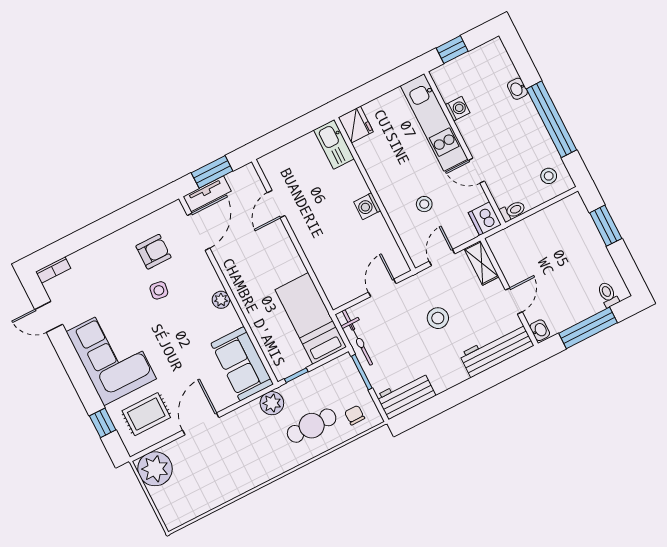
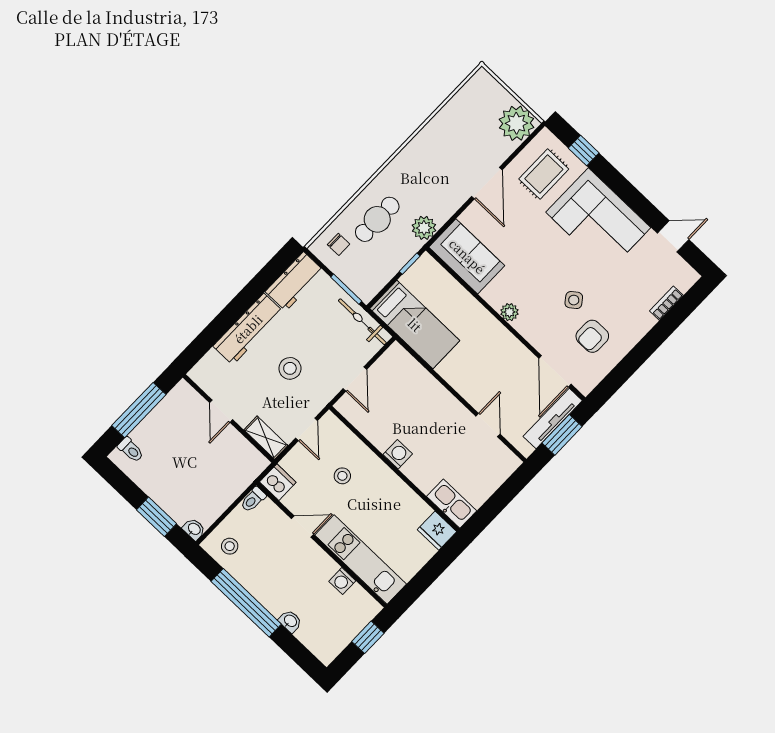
tv unit: (207, 194) -> (553, 419), width x1.41
bookcase: (53, 270) -> (666, 303), moved
side table: (159, 290) -> (574, 300), turned 45
washbasin: (540, 330) -> (194, 529), moved, turned 180
workbench: (496, 350) -> (248, 329), moved

